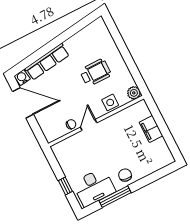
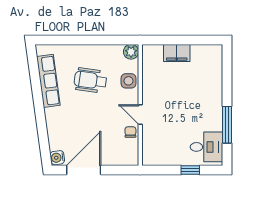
row of seats: (47, 62) -> (48, 81), moved
wheelchair: (95, 73) -> (90, 80), turned -82
chair: (125, 175) -> (210, 103), removed
desk: (94, 187) -> (206, 147), width x0.73

